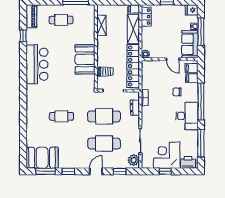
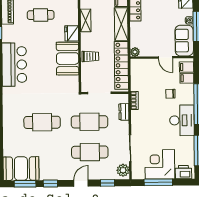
fridge: (89, 37) -> (72, 33), added
trolley: (106, 72) -> (90, 56), moved
cafe table: (61, 116) -> (42, 122), width x1.37, depth x1.35
window: (165, 171) -> (158, 182), width x2.17

